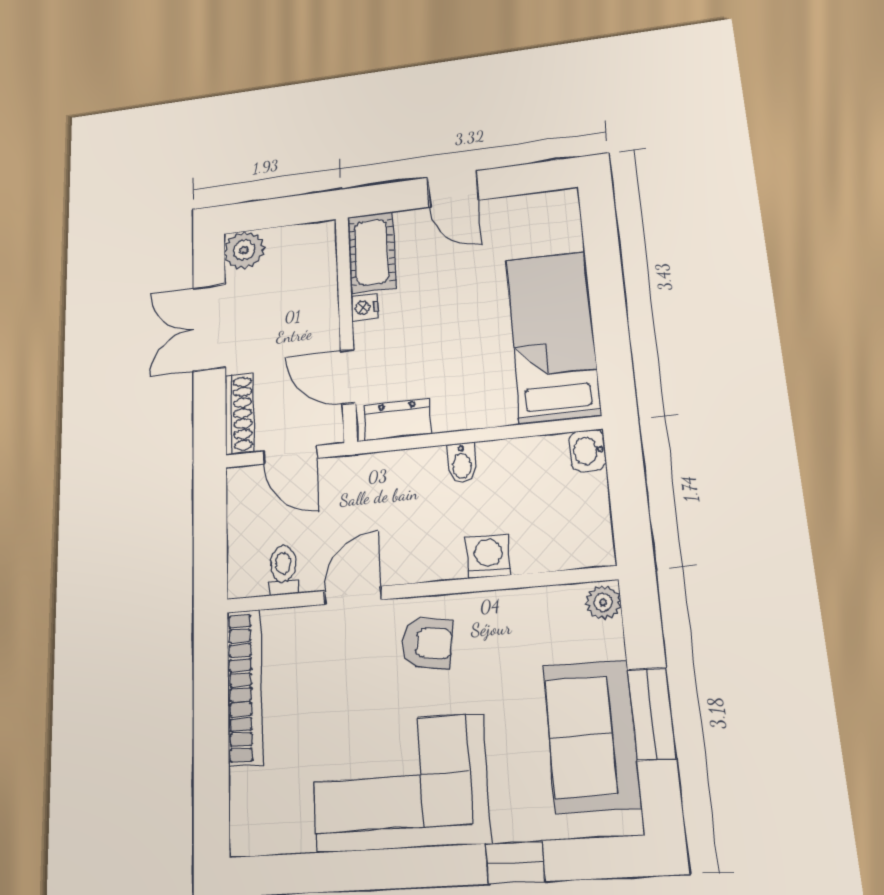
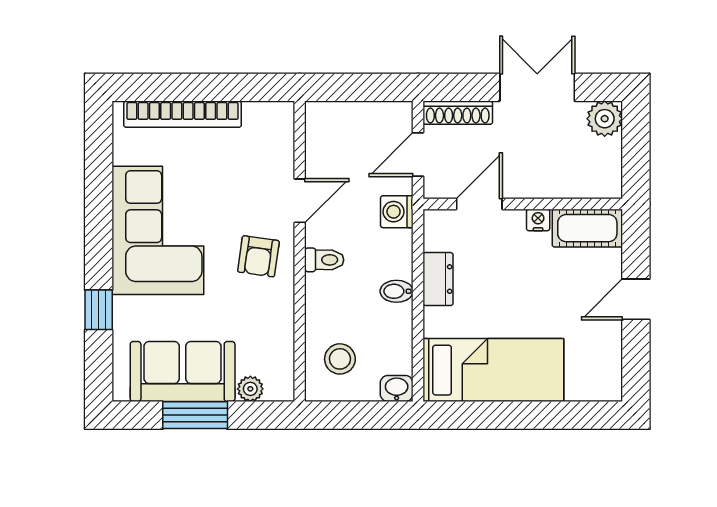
dresser: (397, 420) -> (438, 279), moved
stool: (555, 525) -> (340, 359), added
washing machine: (488, 556) -> (397, 212), moved, turned 180
toilet: (283, 570) -> (324, 260), moved
door: (353, 595) -> (300, 201), hinge flipped
plant: (603, 602) -> (250, 389), moved
bookcase: (245, 687) -> (183, 114), moved

